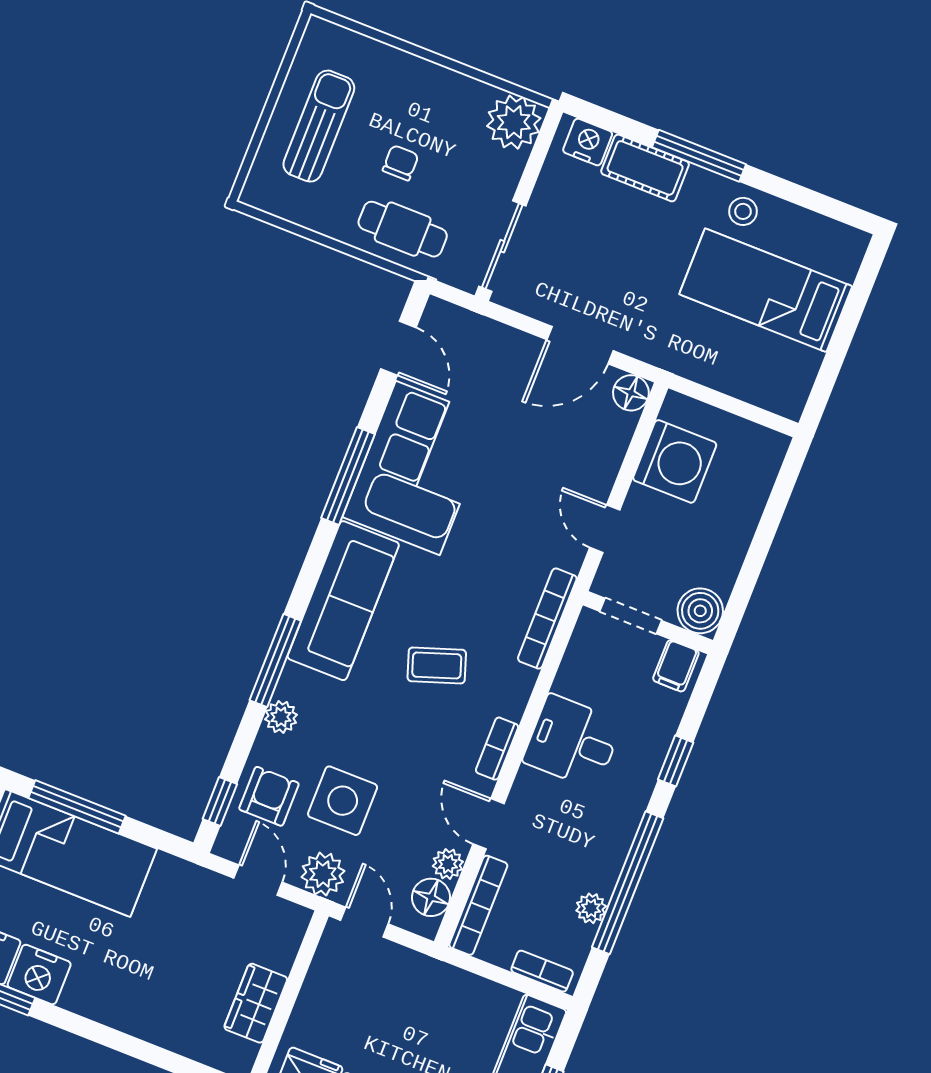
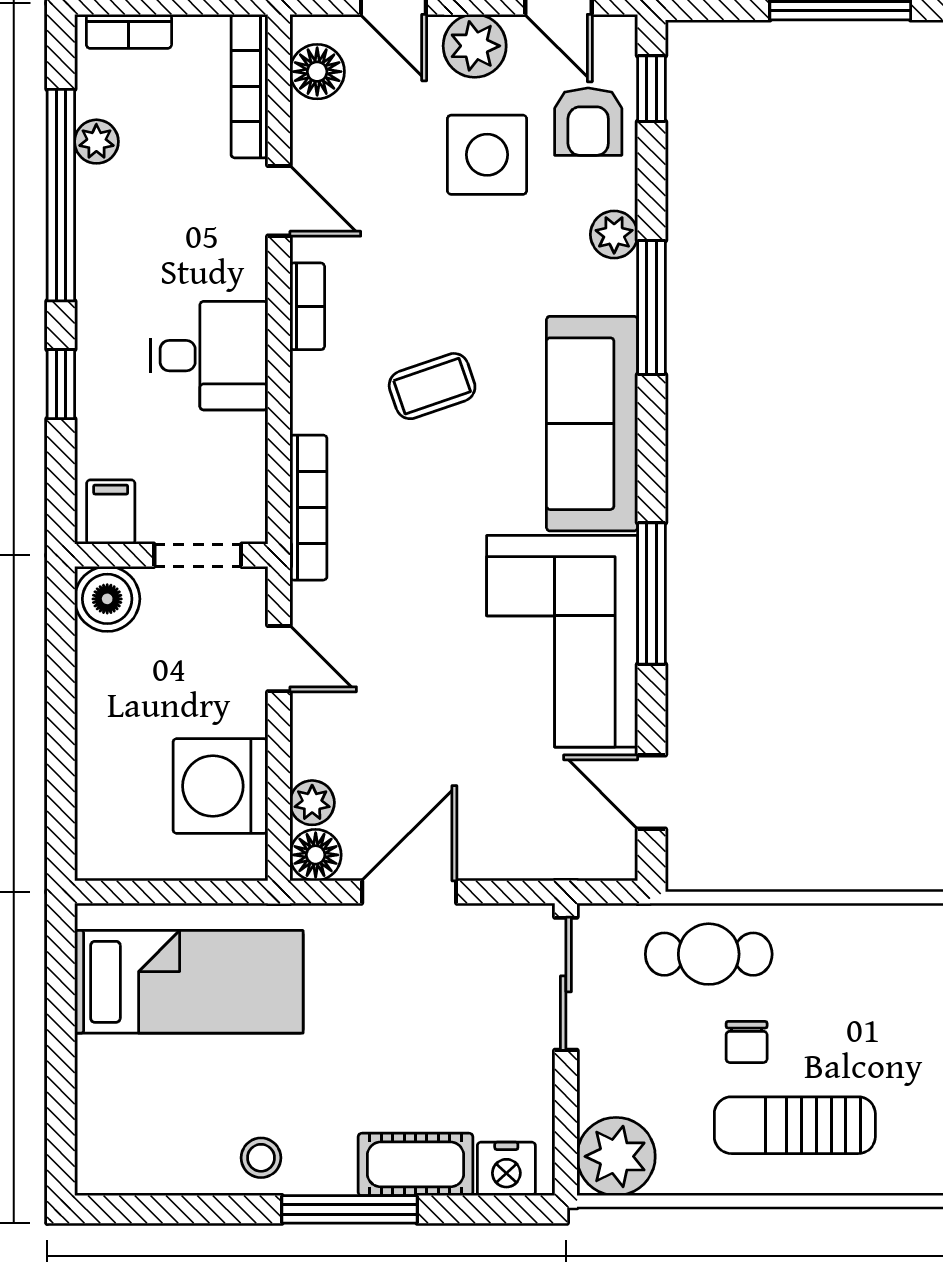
sun lounger: (319, 126) -> (795, 1125), moved, turned 90
bed: (766, 290) -> (189, 982), moved
plant: (448, 864) -> (312, 803), moved

